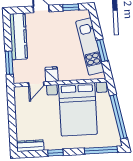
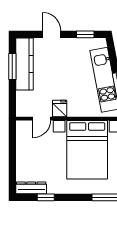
window: (9, 63) -> (12, 66), moved
window: (55, 153) -> (46, 197), moved

